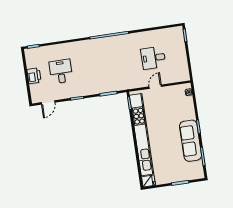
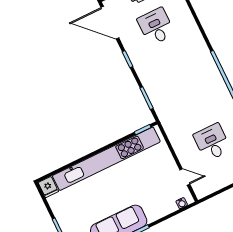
desk: (61, 71) -> (156, 27), turned -90
door: (155, 87) -> (185, 177), moved
door: (48, 102) -> (110, 23), width x1.87

